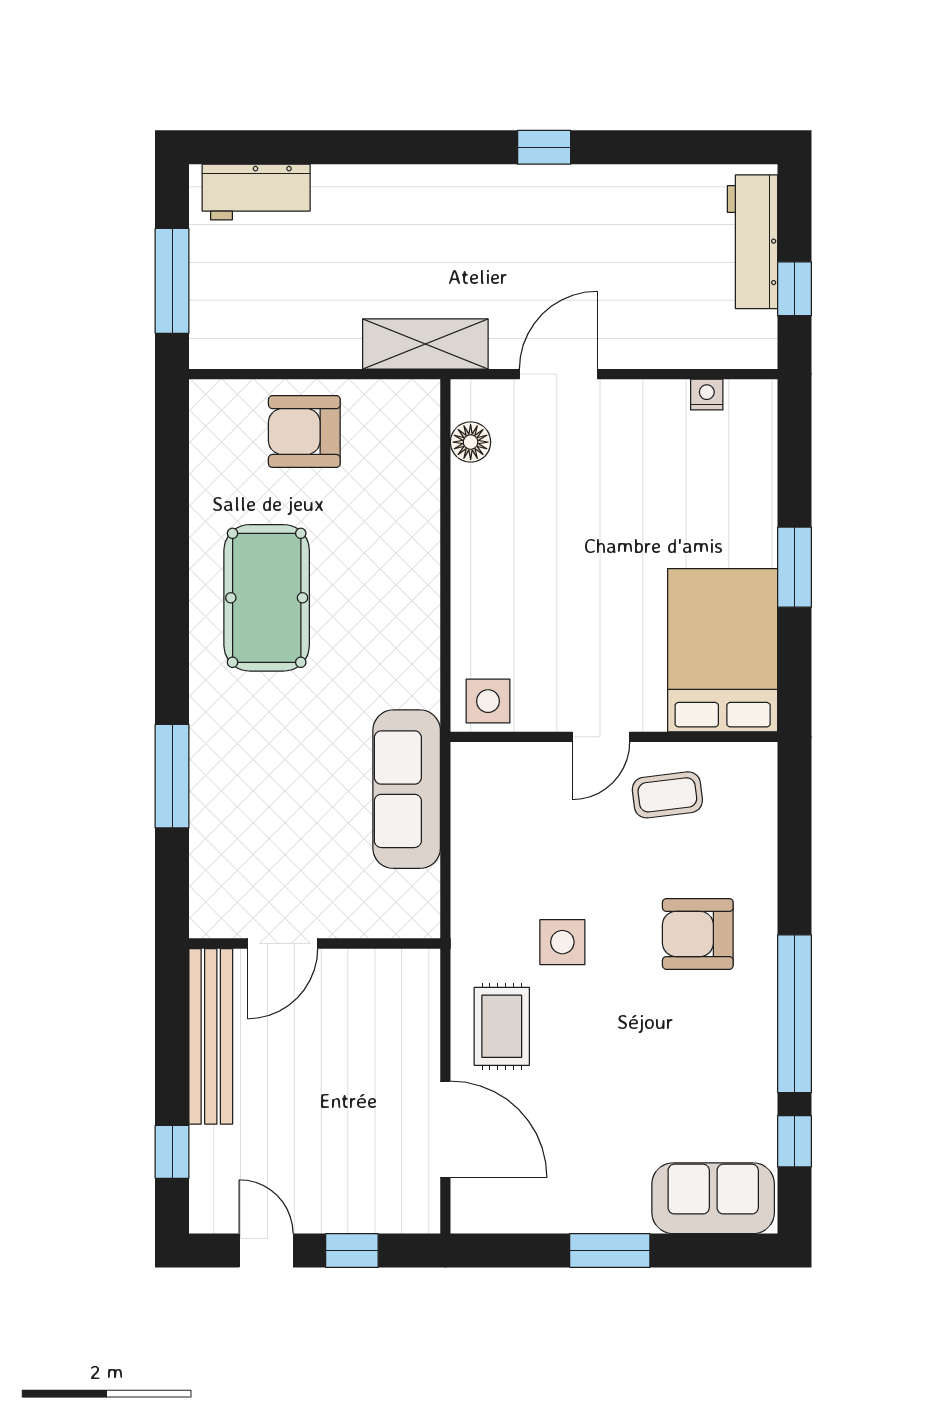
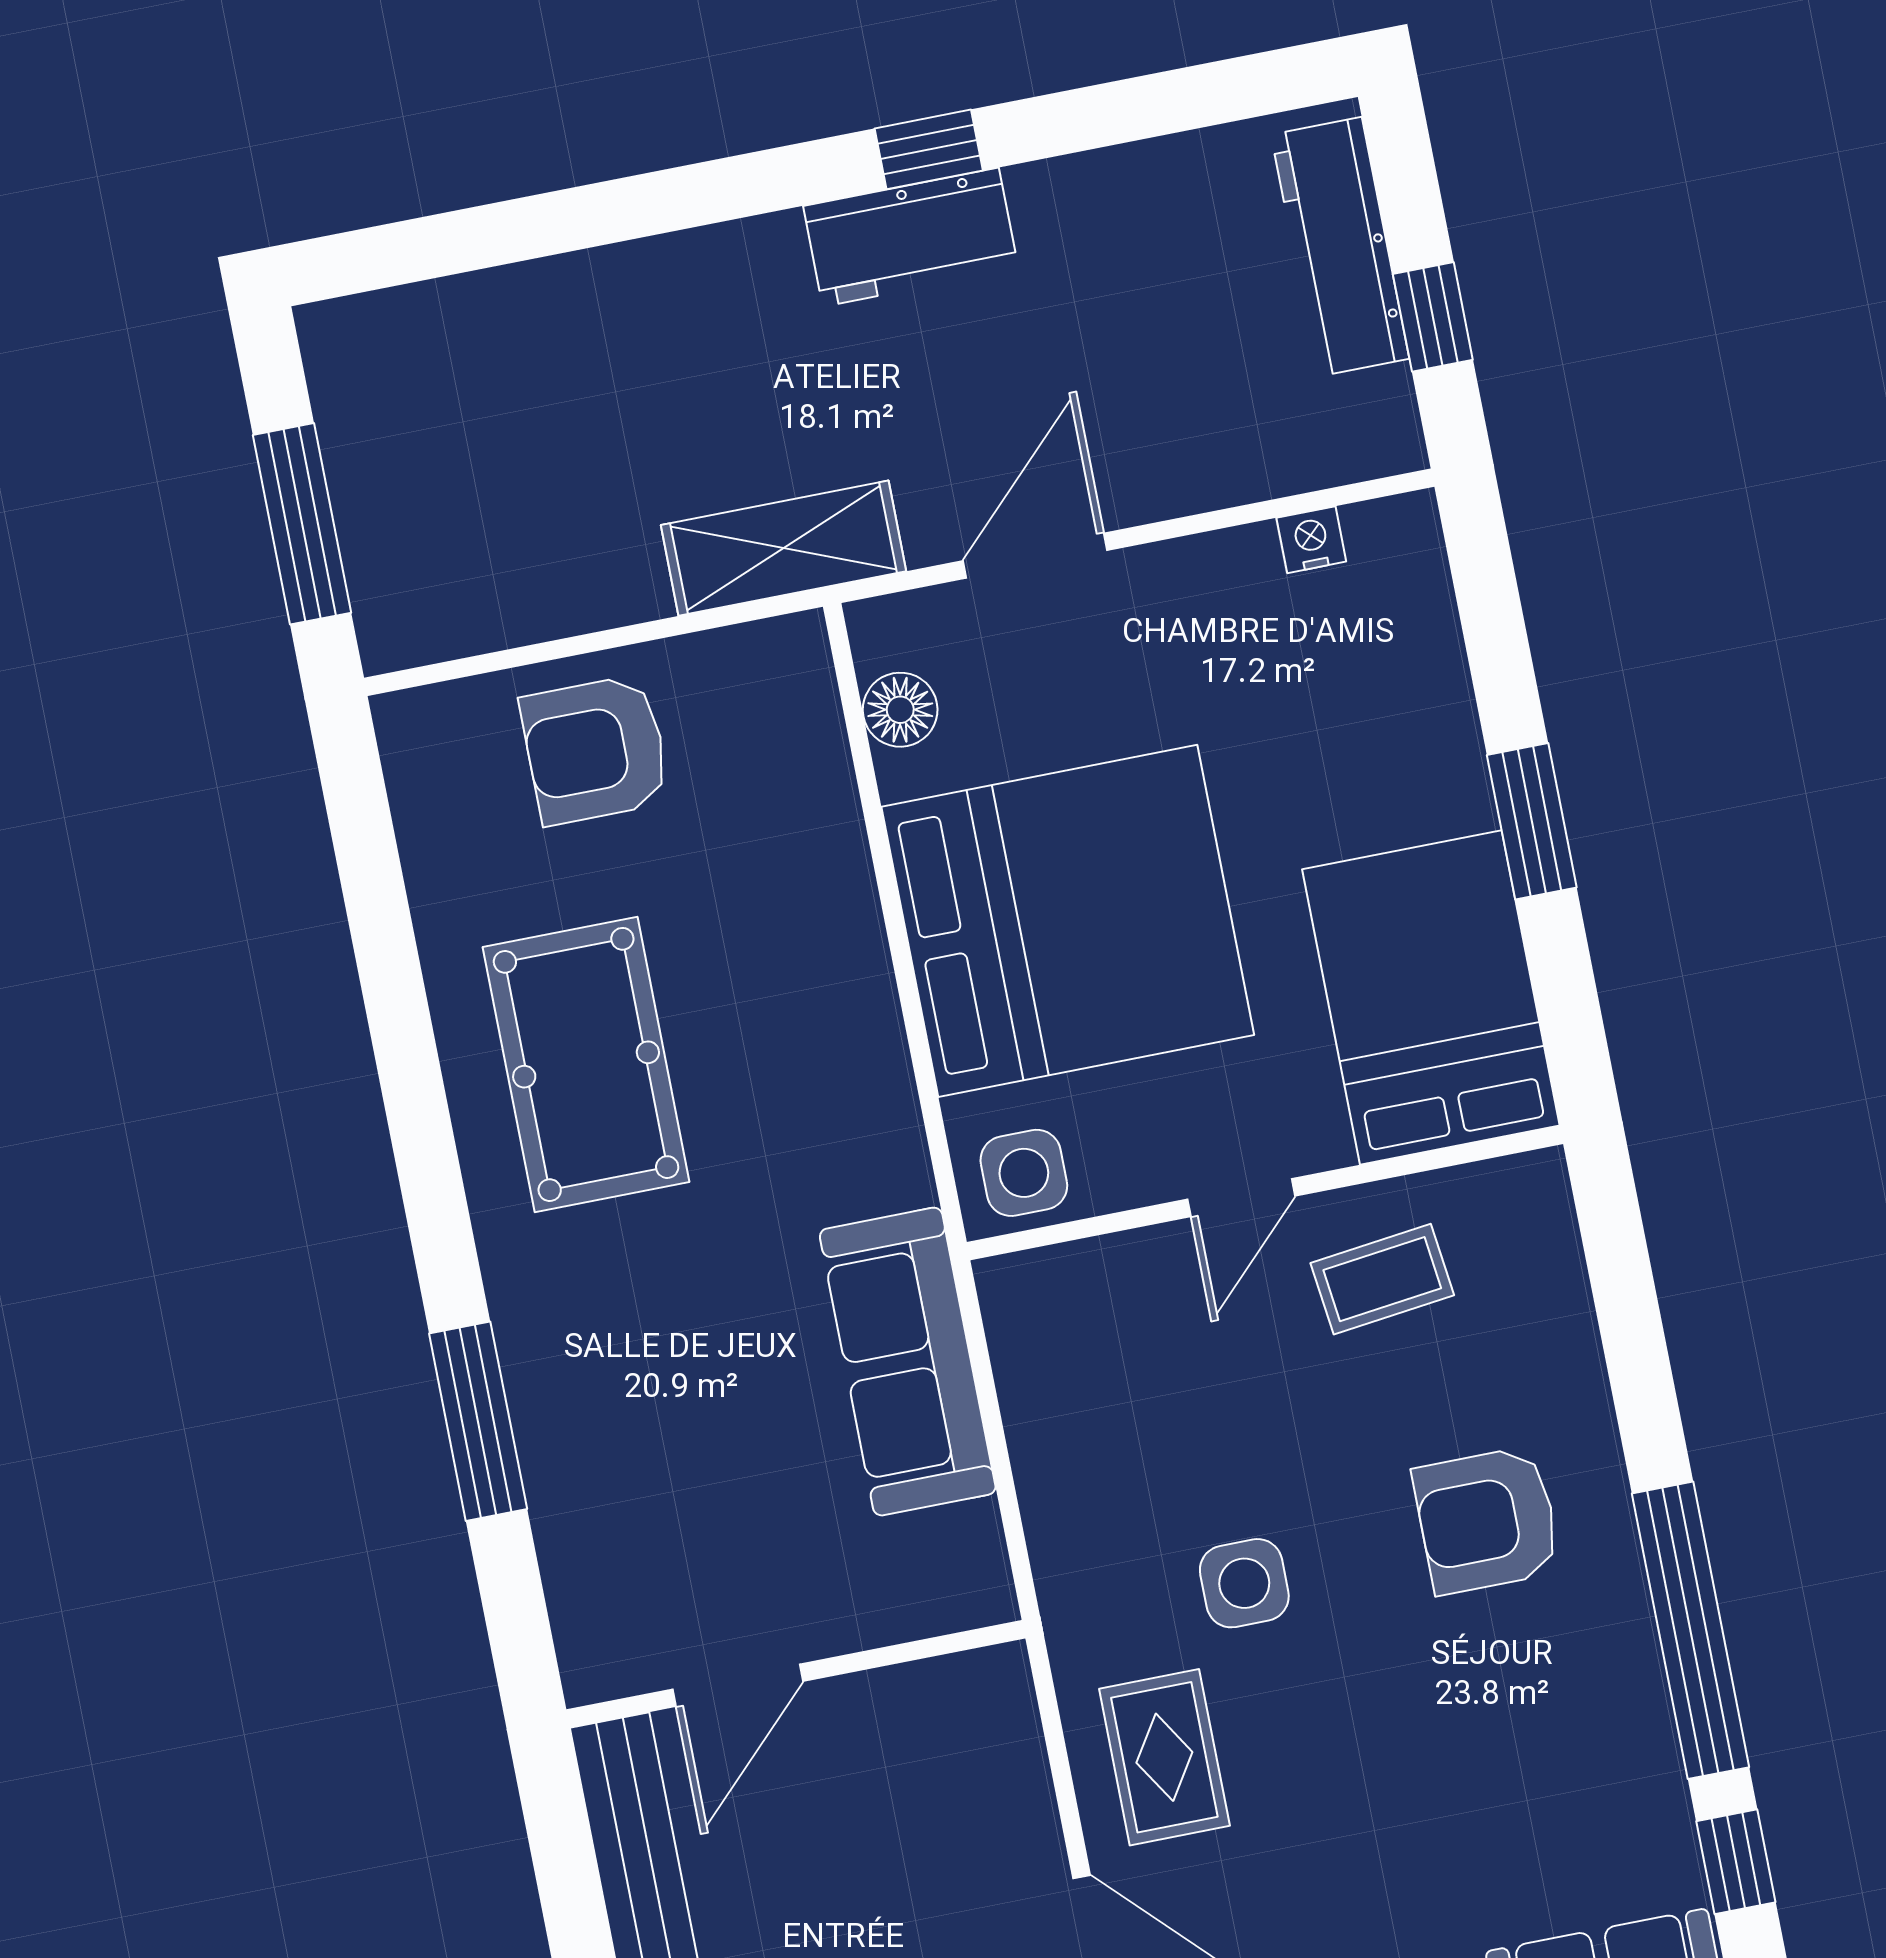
workbench: (256, 192) -> (911, 237), moved
bed: (538, 572) -> (1068, 921), added

